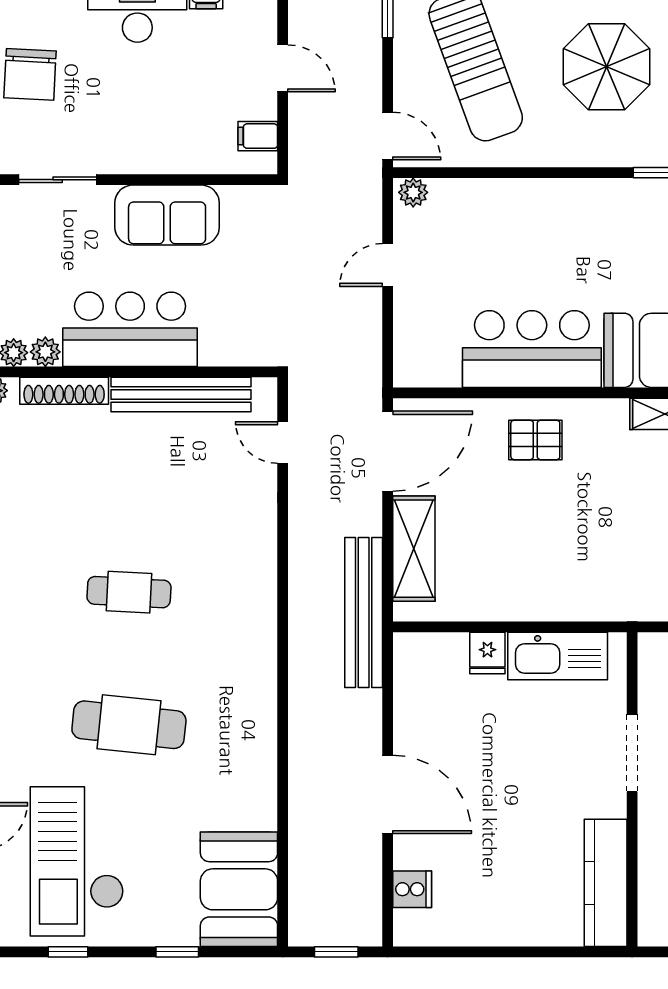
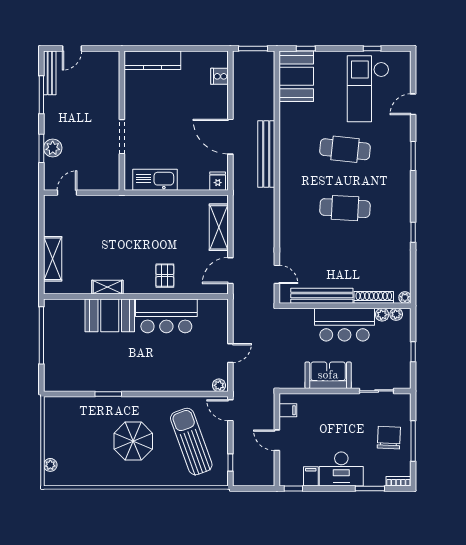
pallet: (535, 440) -> (165, 276), turned 90
door: (388, 451) -> (230, 271), width x0.73
cafe table: (129, 592) -> (345, 208), width x1.37, depth x1.35
bench: (364, 612) -> (266, 154), moved
fridge: (487, 653) -> (218, 181), moved
door: (388, 794) -> (230, 137), moved
checkout: (77, 861) -> (368, 89), turned 180
kitchen counter: (606, 883) -> (152, 60), moved, turned 90
window: (177, 952) -> (306, 49), moved
window: (336, 952) -> (253, 49), width x1.50

